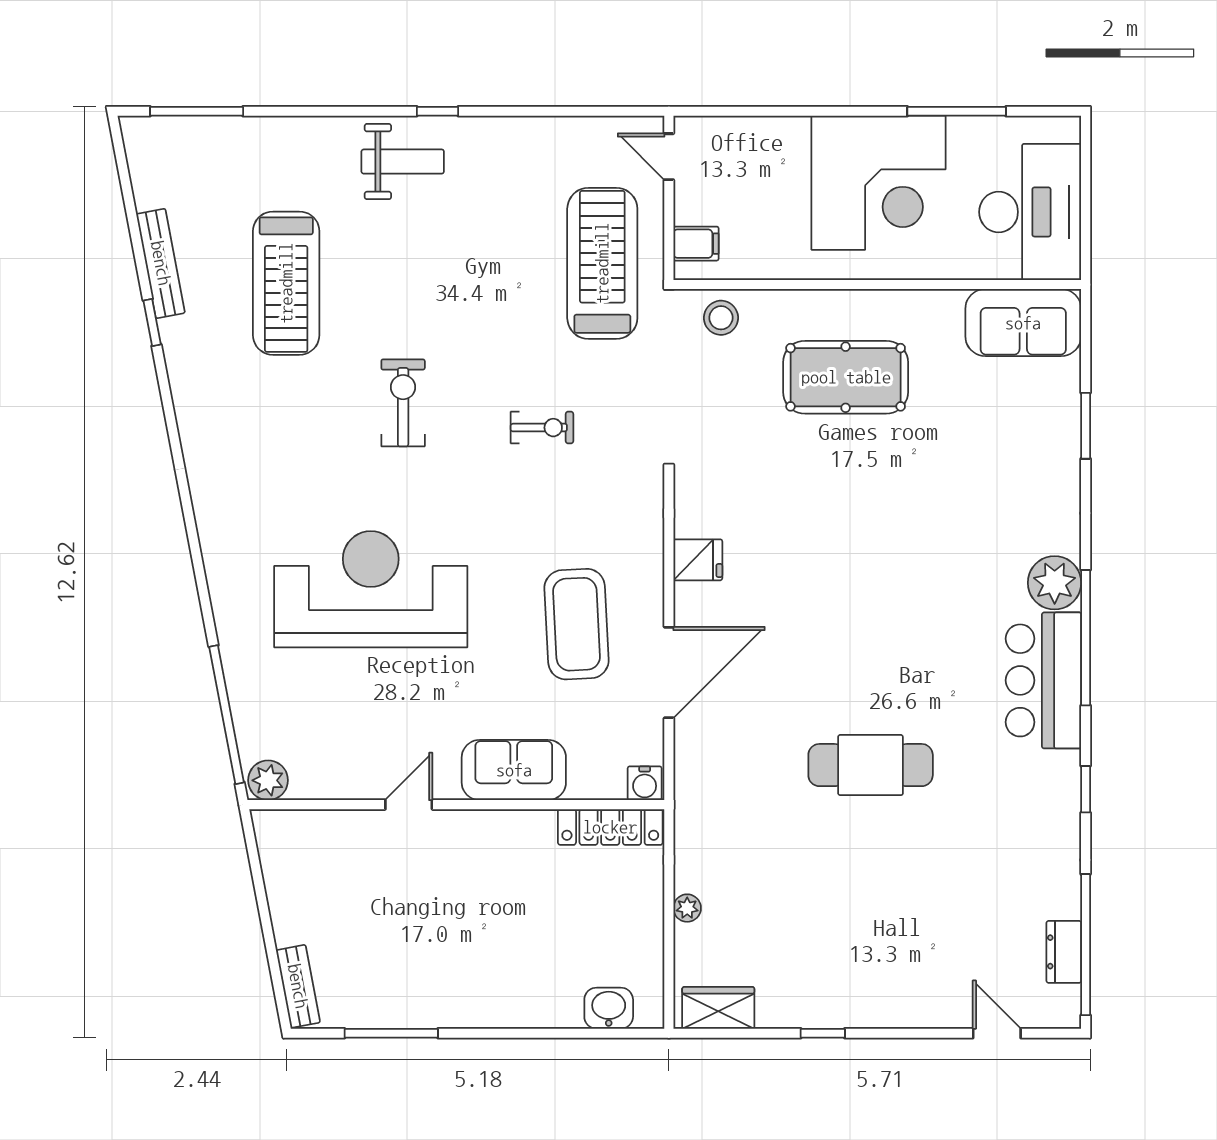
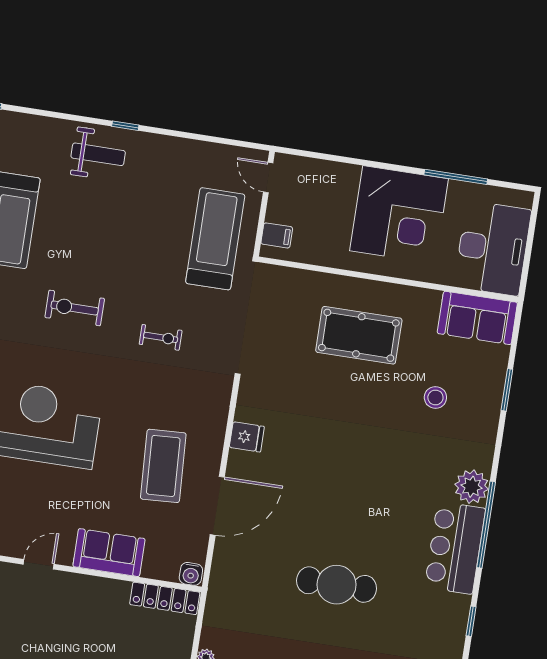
stool: (721, 318) -> (435, 398), moved
exercise bike: (403, 403) -> (75, 308), turned -90

